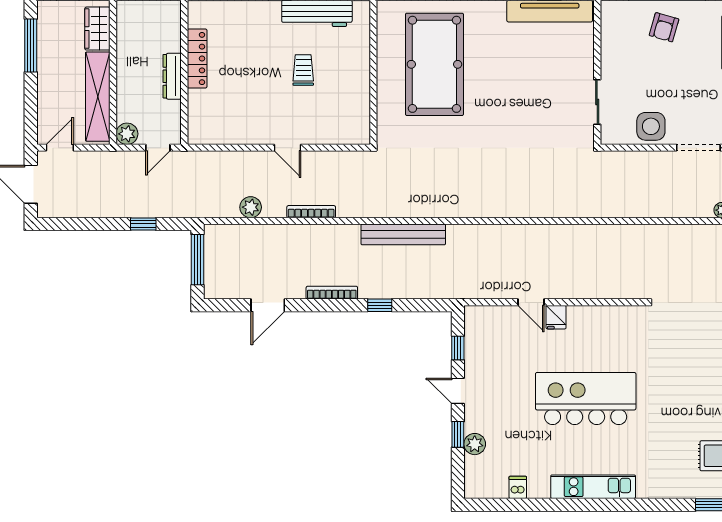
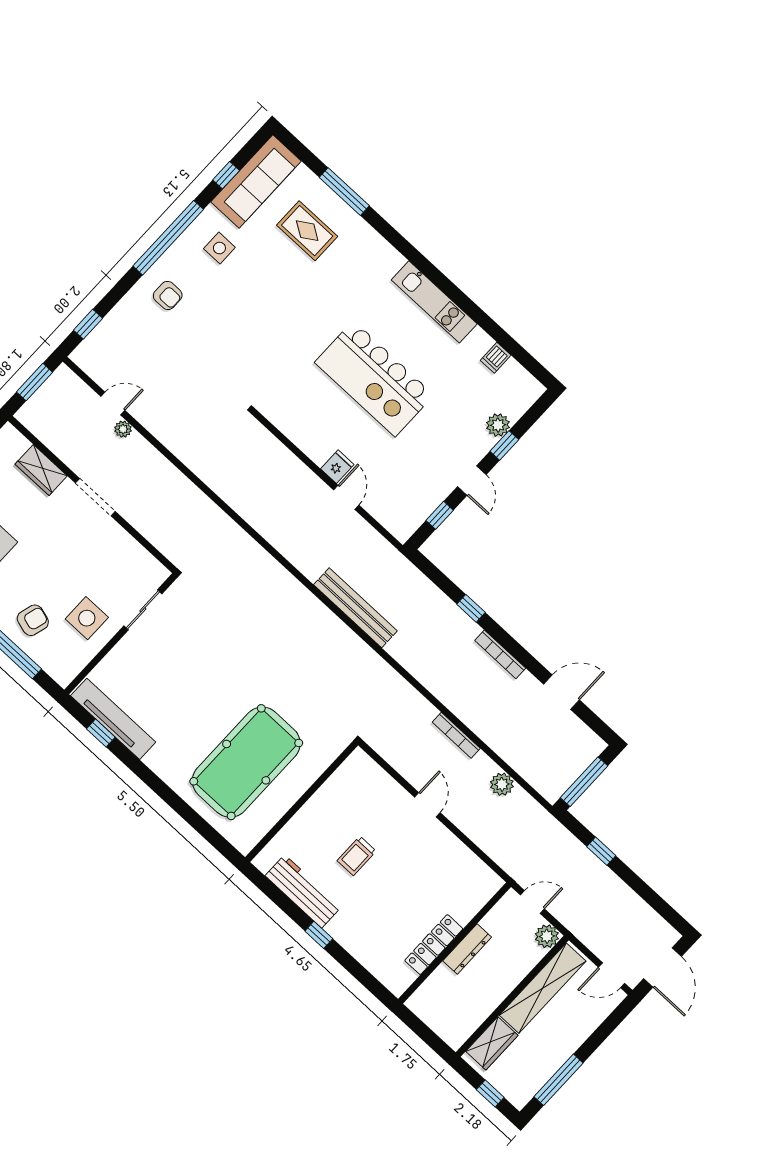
side table: (651, 126) -> (87, 618), moved
bench: (403, 234) -> (355, 608), moved

